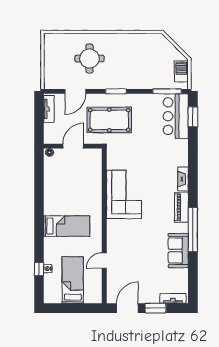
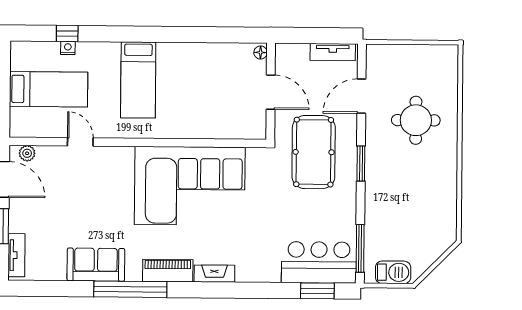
door: (75, 91) -> (361, 96), hinge flipped
corner sofa: (124, 194) -> (190, 186), width x1.36, depth x1.36
plant: (111, 293) -> (27, 153), added

